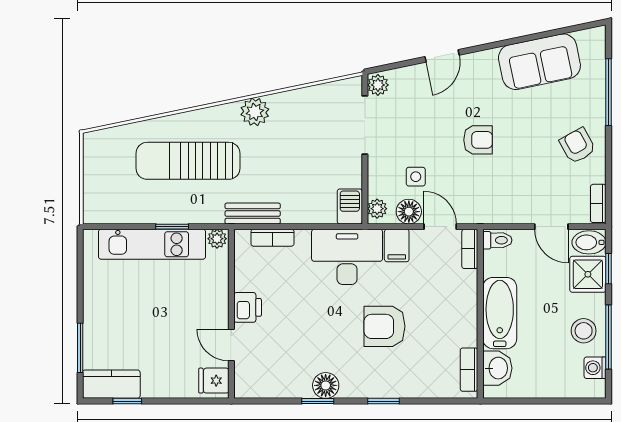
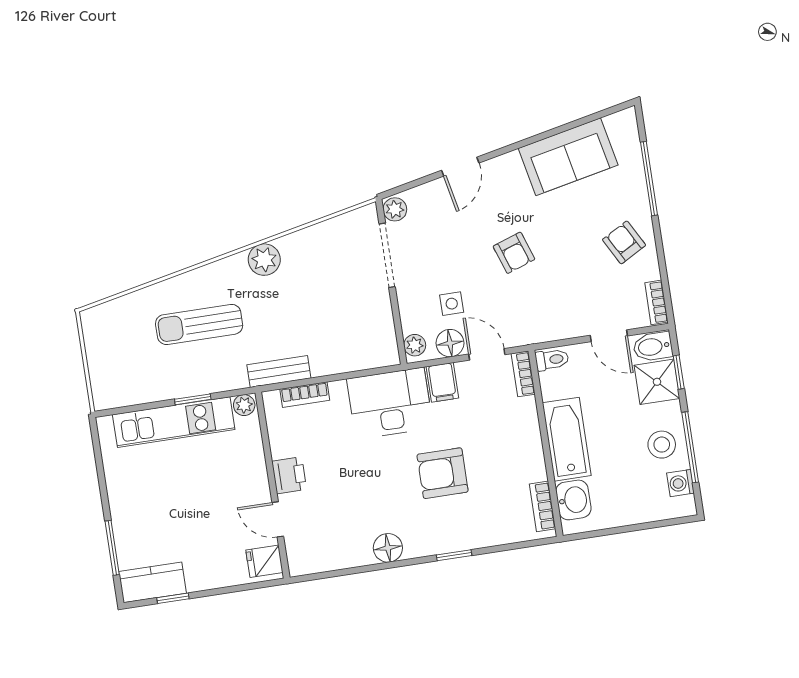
armchair: (478, 140) -> (514, 253), turned 71
sun lounger: (188, 161) -> (199, 324), width x0.73, depth x0.75
barbecue: (350, 206) -> (384, 347), removed
window: (318, 401) -> (382, 566), removed

